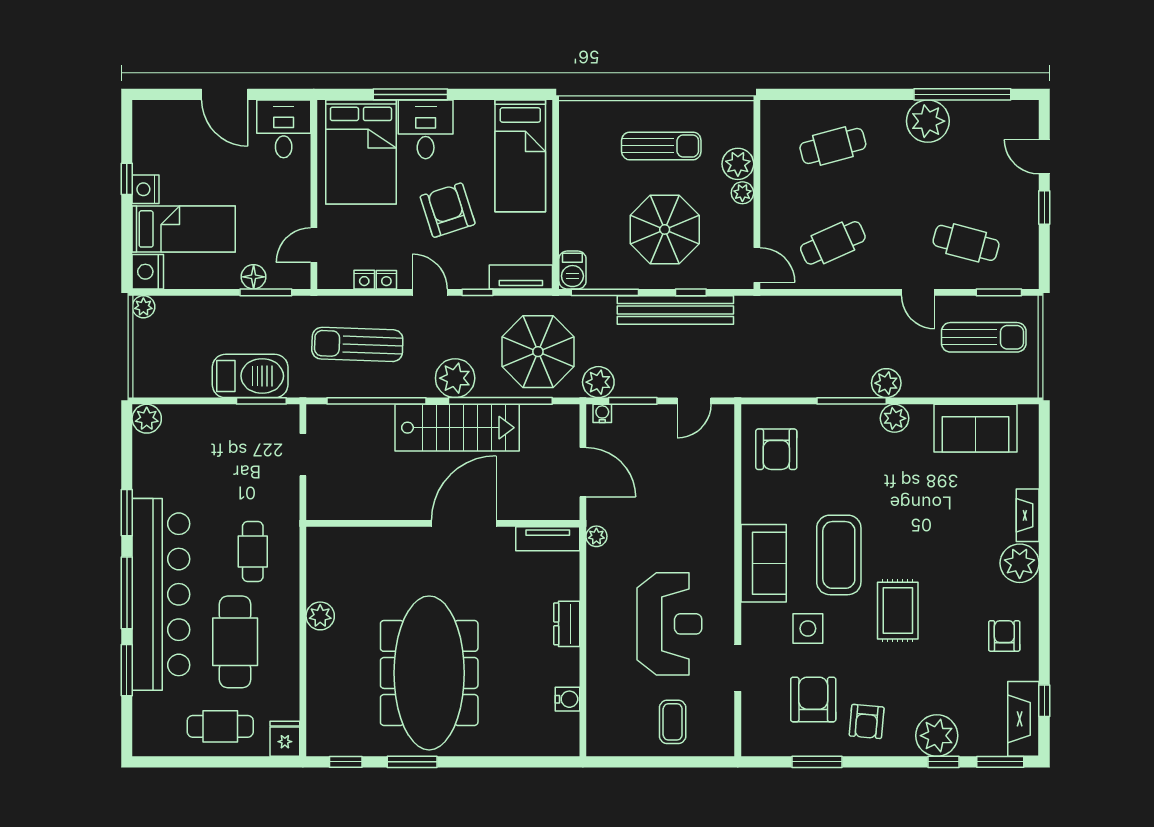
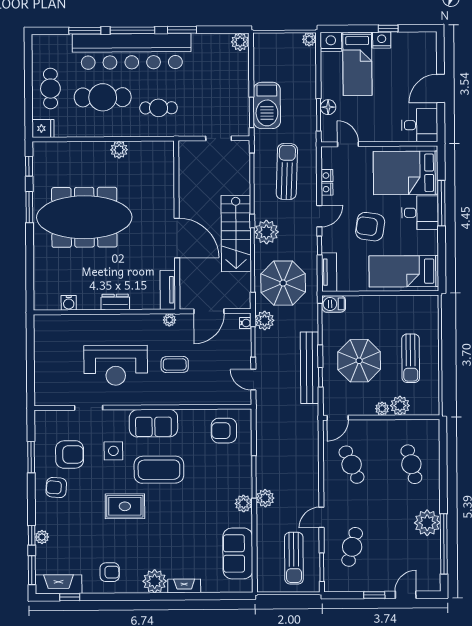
armchair: (448, 210) -> (370, 227), turned -153
coffee table: (673, 722) -> (175, 365), moved
plant: (937, 736) -> (42, 537), width x0.53, depth x0.53

